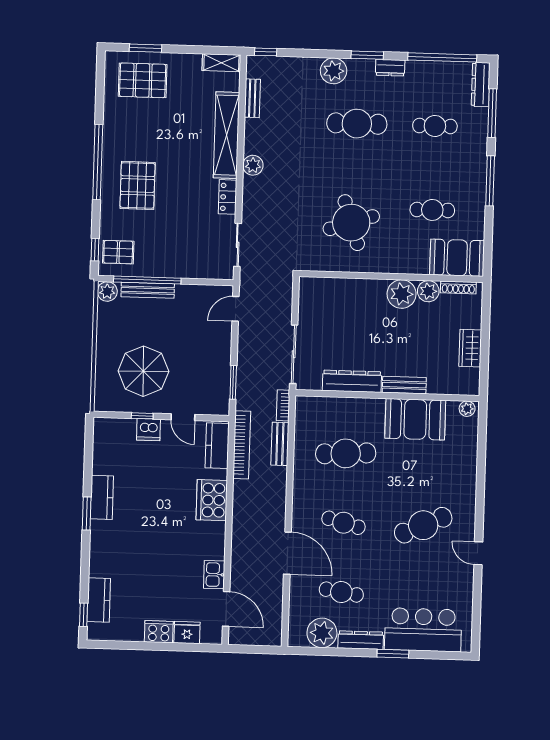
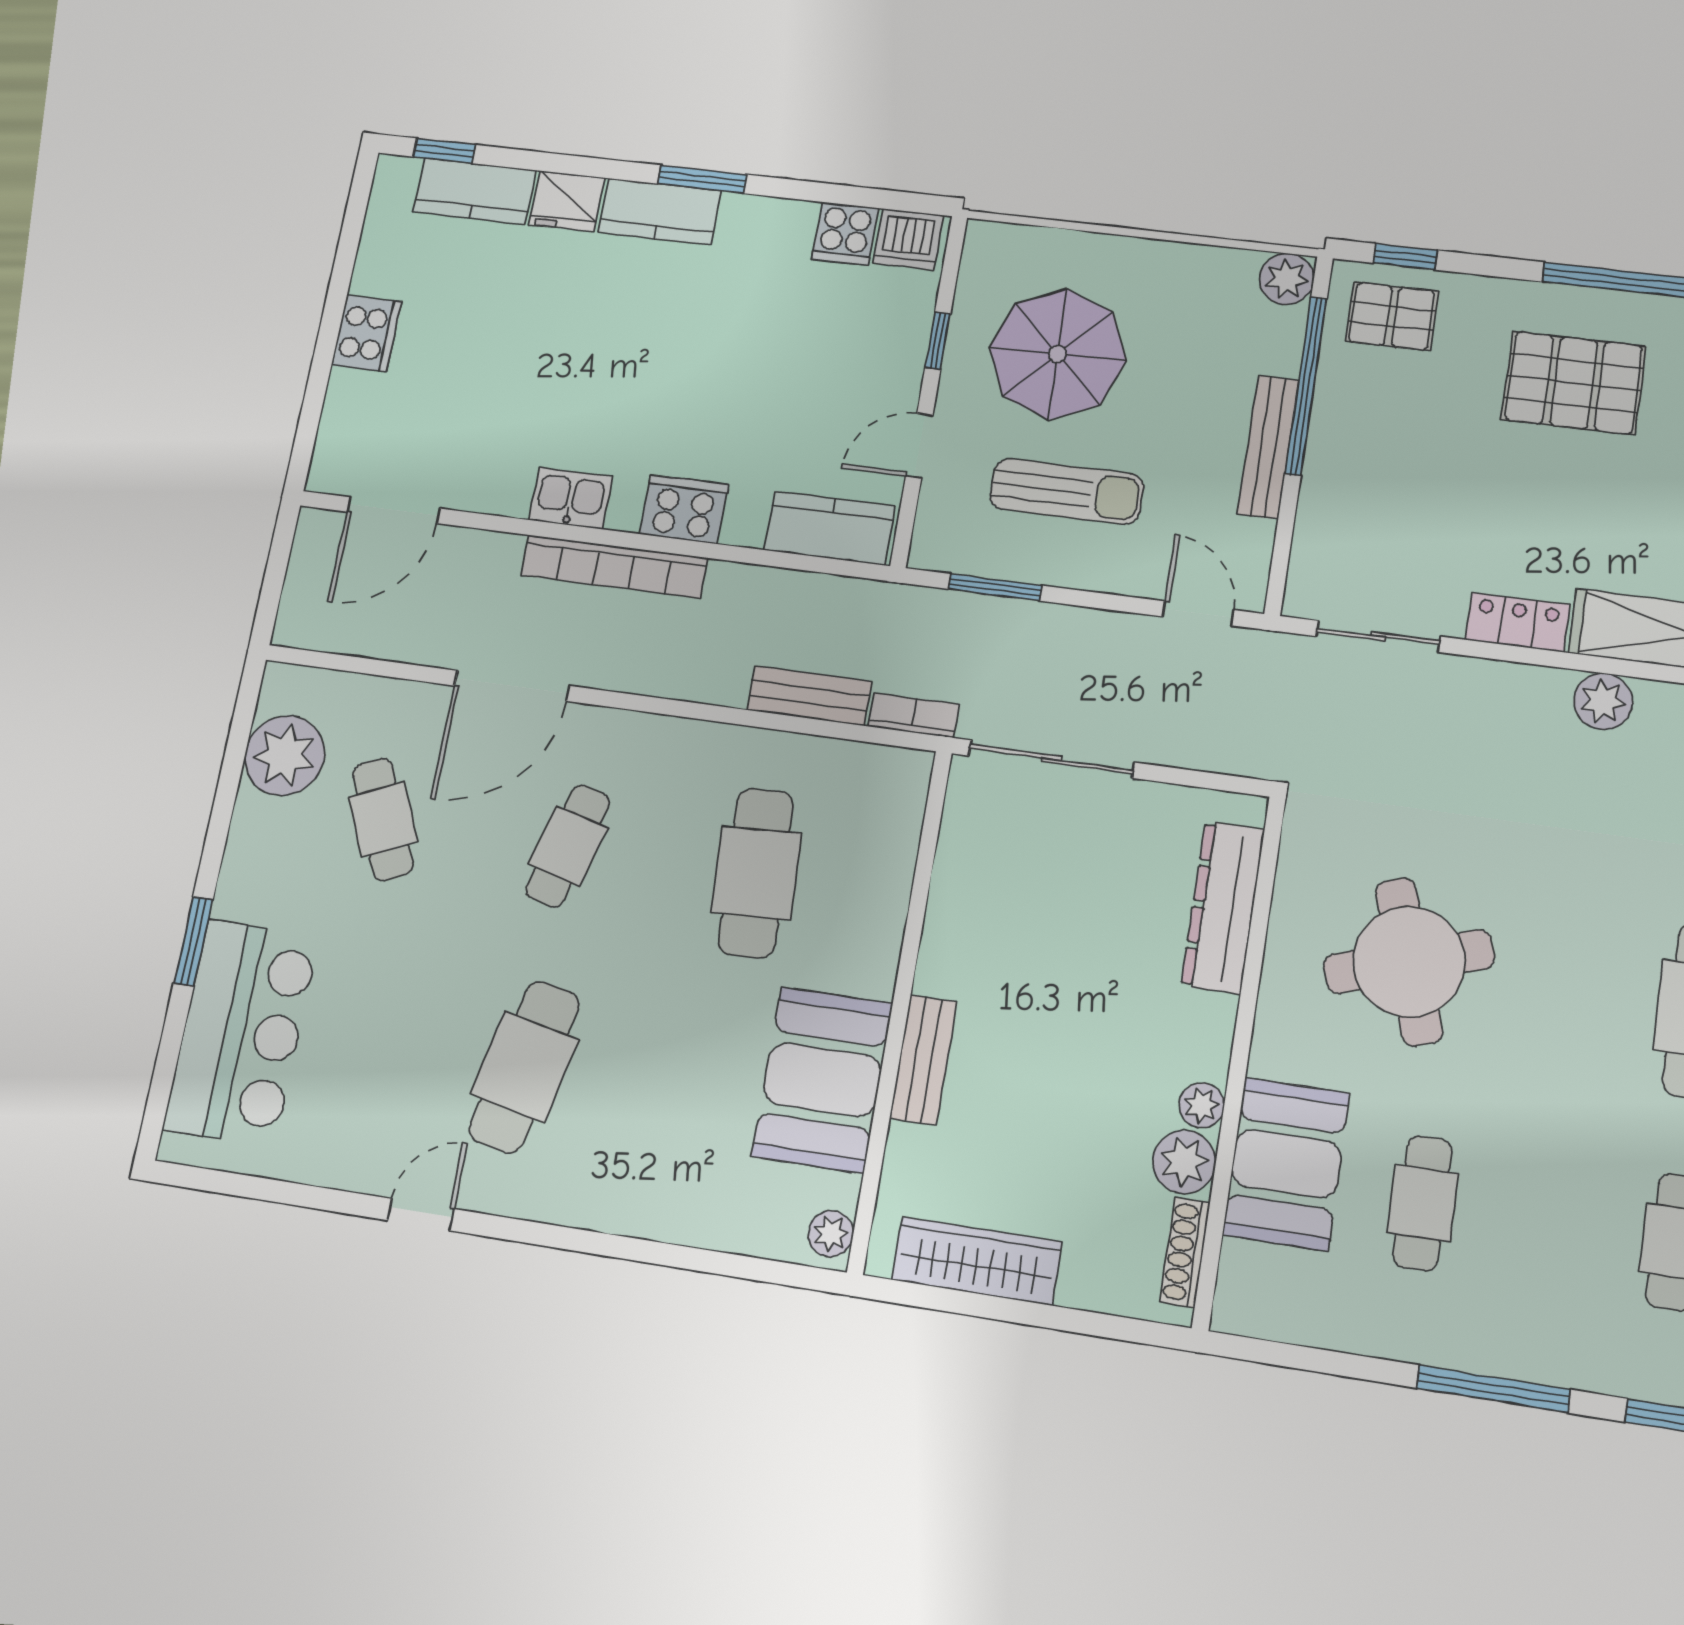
pallet: (118, 252) -> (1392, 316), turned 90
booth: (457, 258) -> (1286, 1164), moved
bench: (148, 290) -> (1268, 447), moved
plant: (402, 294) -> (1202, 1105), width x0.53, depth x0.53
wardrobe: (470, 348) -> (977, 1261), width x1.50
sun lounger: (195, 361) -> (1067, 492), added
dresser: (352, 381) -> (1223, 907), moved, turned 180
dishwasher: (148, 430) -> (908, 239), moved, turned -90
bookcase: (242, 445) -> (614, 567), moved
cooker: (104, 456) -> (845, 233), added
kitchen counter: (102, 497) -> (659, 212), moved
cooker: (212, 500) -> (684, 509), width x0.73, depth x0.76
cafe table: (423, 525) -> (524, 1067), turned 36
kitchen sink: (214, 575) -> (571, 498), moved
cafe table: (341, 592) -> (383, 819), turned -33
fridge: (187, 633) -> (567, 201), moved, turned 90
dresser: (361, 640) -> (246, 858), removed

